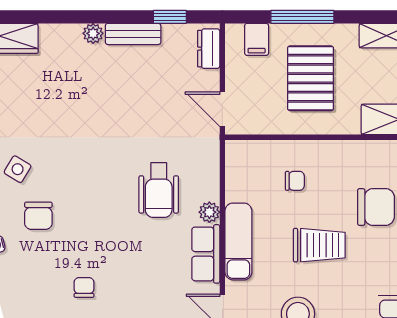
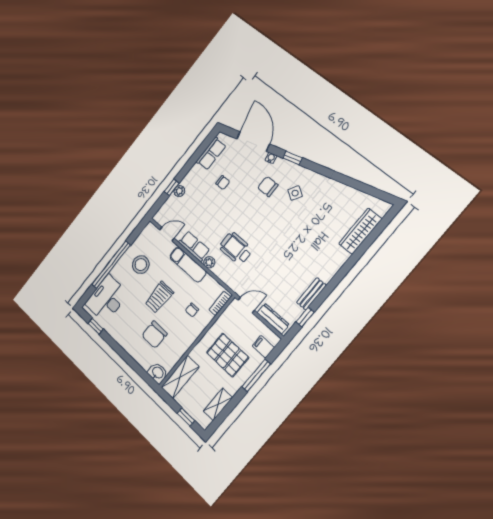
plant: (93, 33) -> (327, 276), removed
dresser: (209, 49) -> (273, 319), width x1.44
bookcase: (252, 149) -> (220, 303), added

